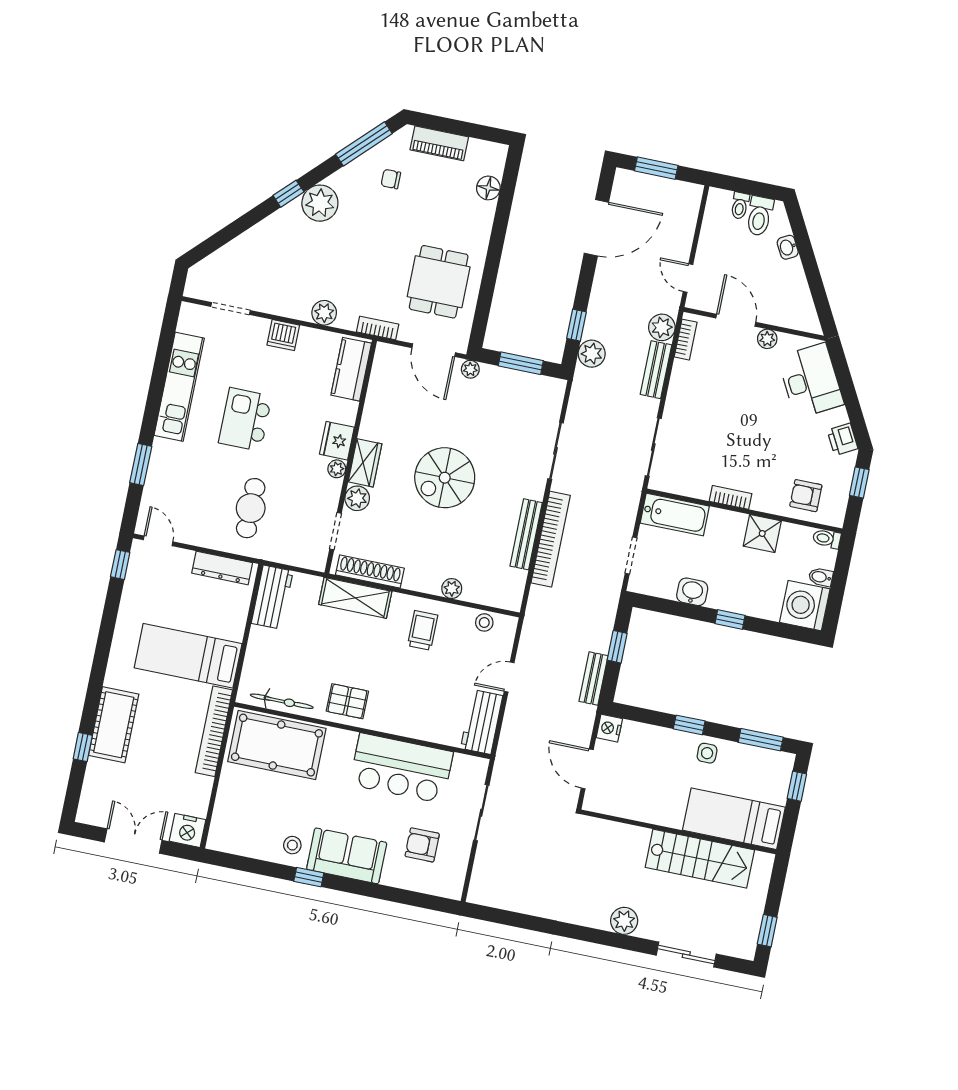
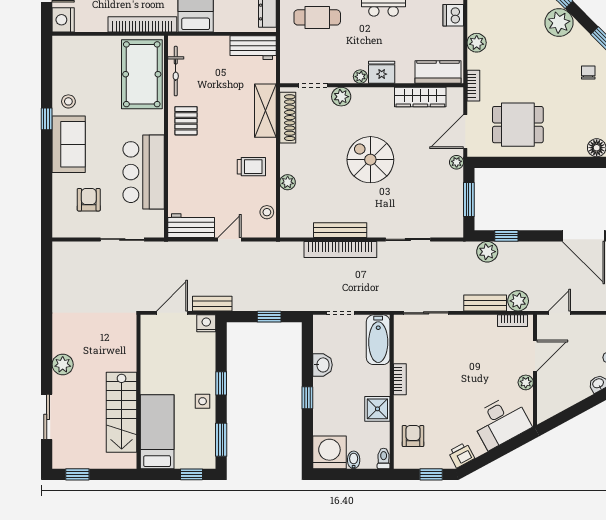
wardrobe: (365, 463) -> (420, 97), moved, width x1.50
door: (509, 677) -> (229, 239), hinge flipped
bench: (593, 678) -> (212, 304), moved

